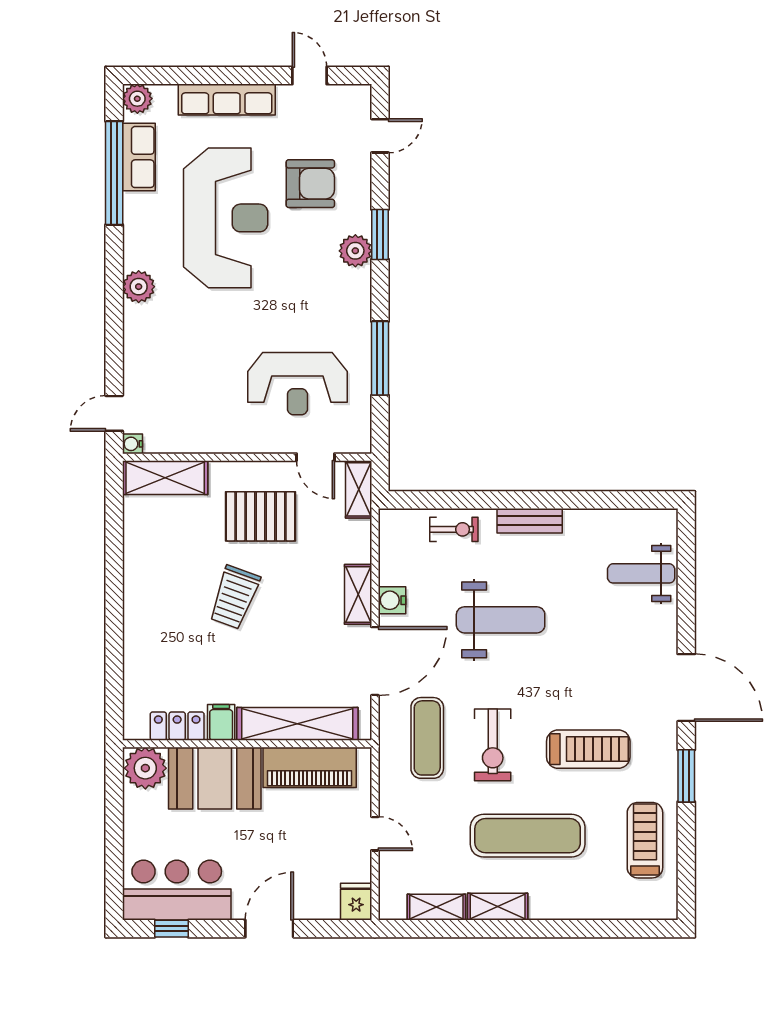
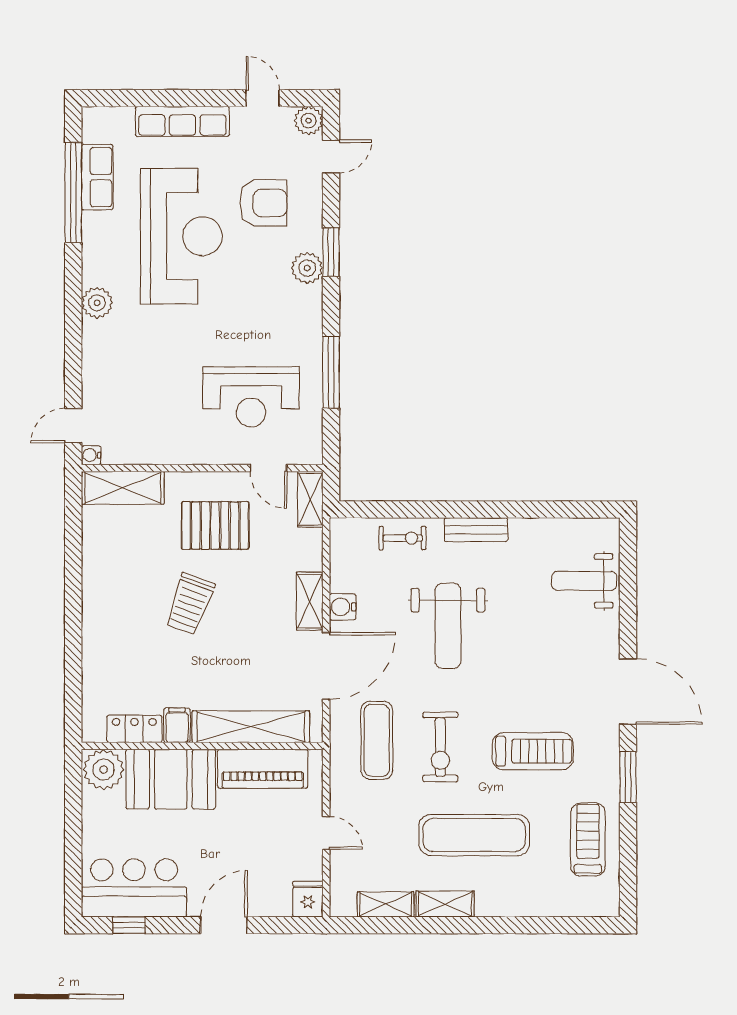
plant: (137, 99) -> (309, 121), moved
weight bench: (501, 620) -> (448, 626), turned 90

